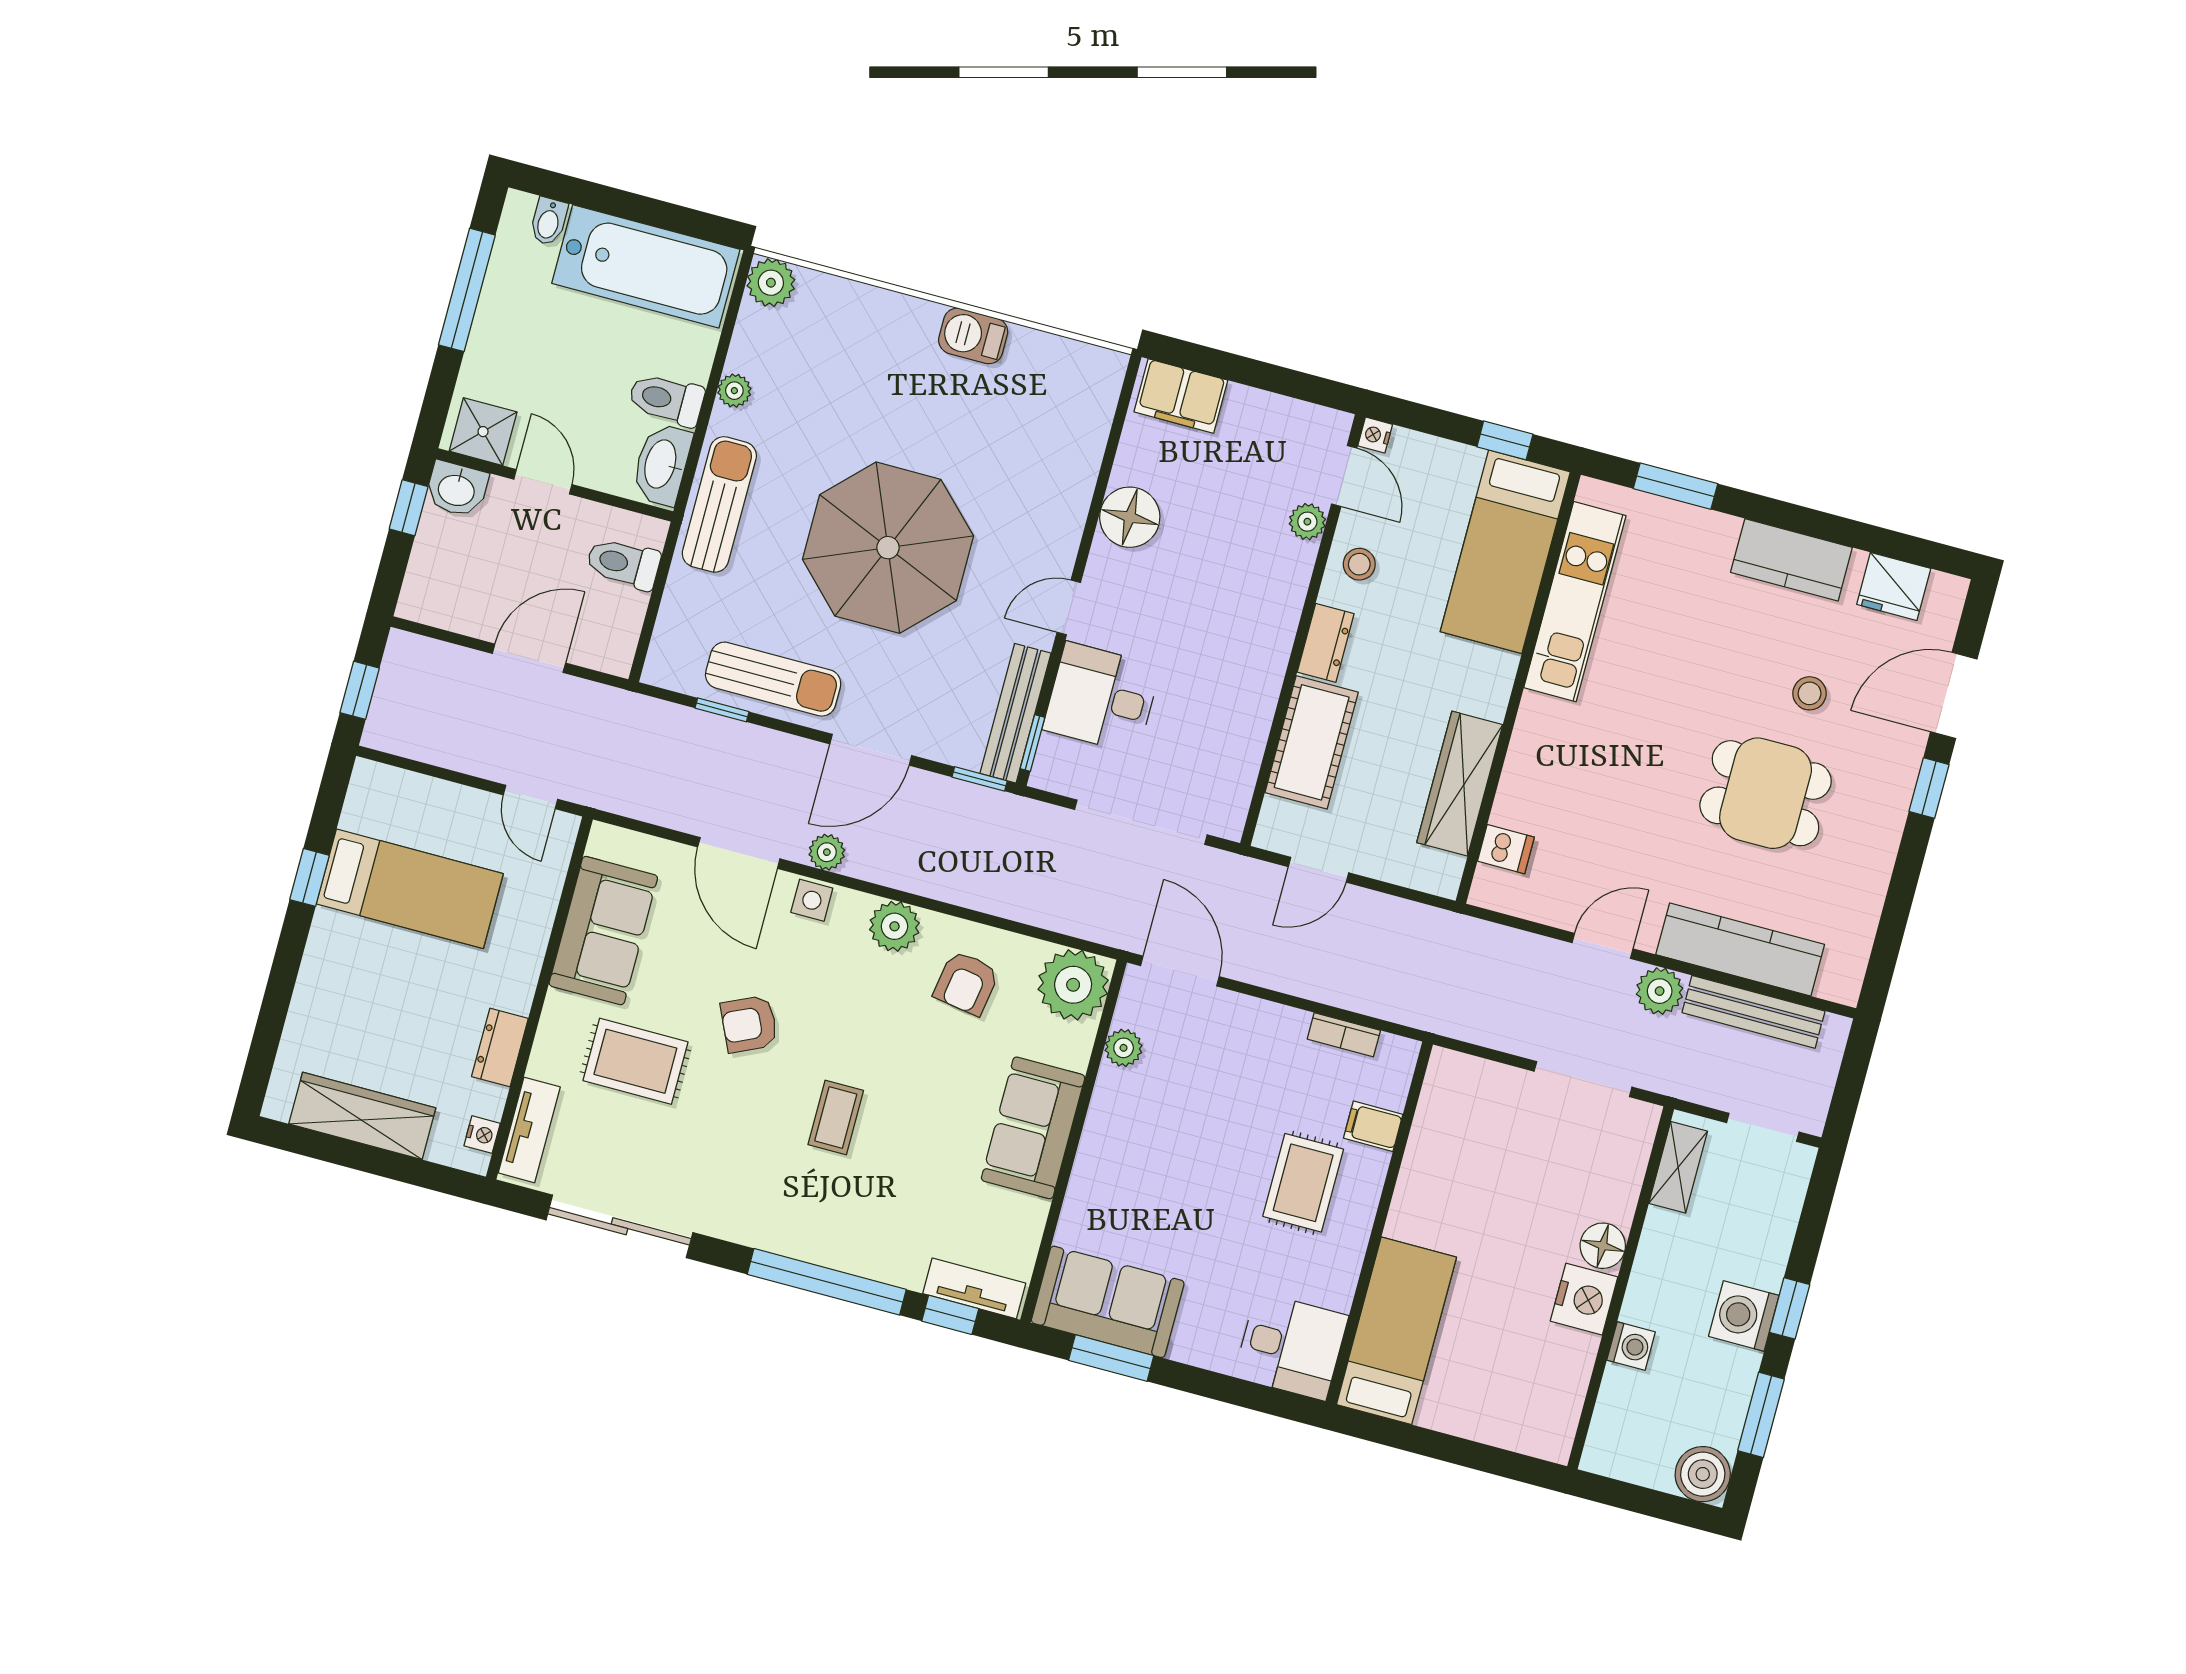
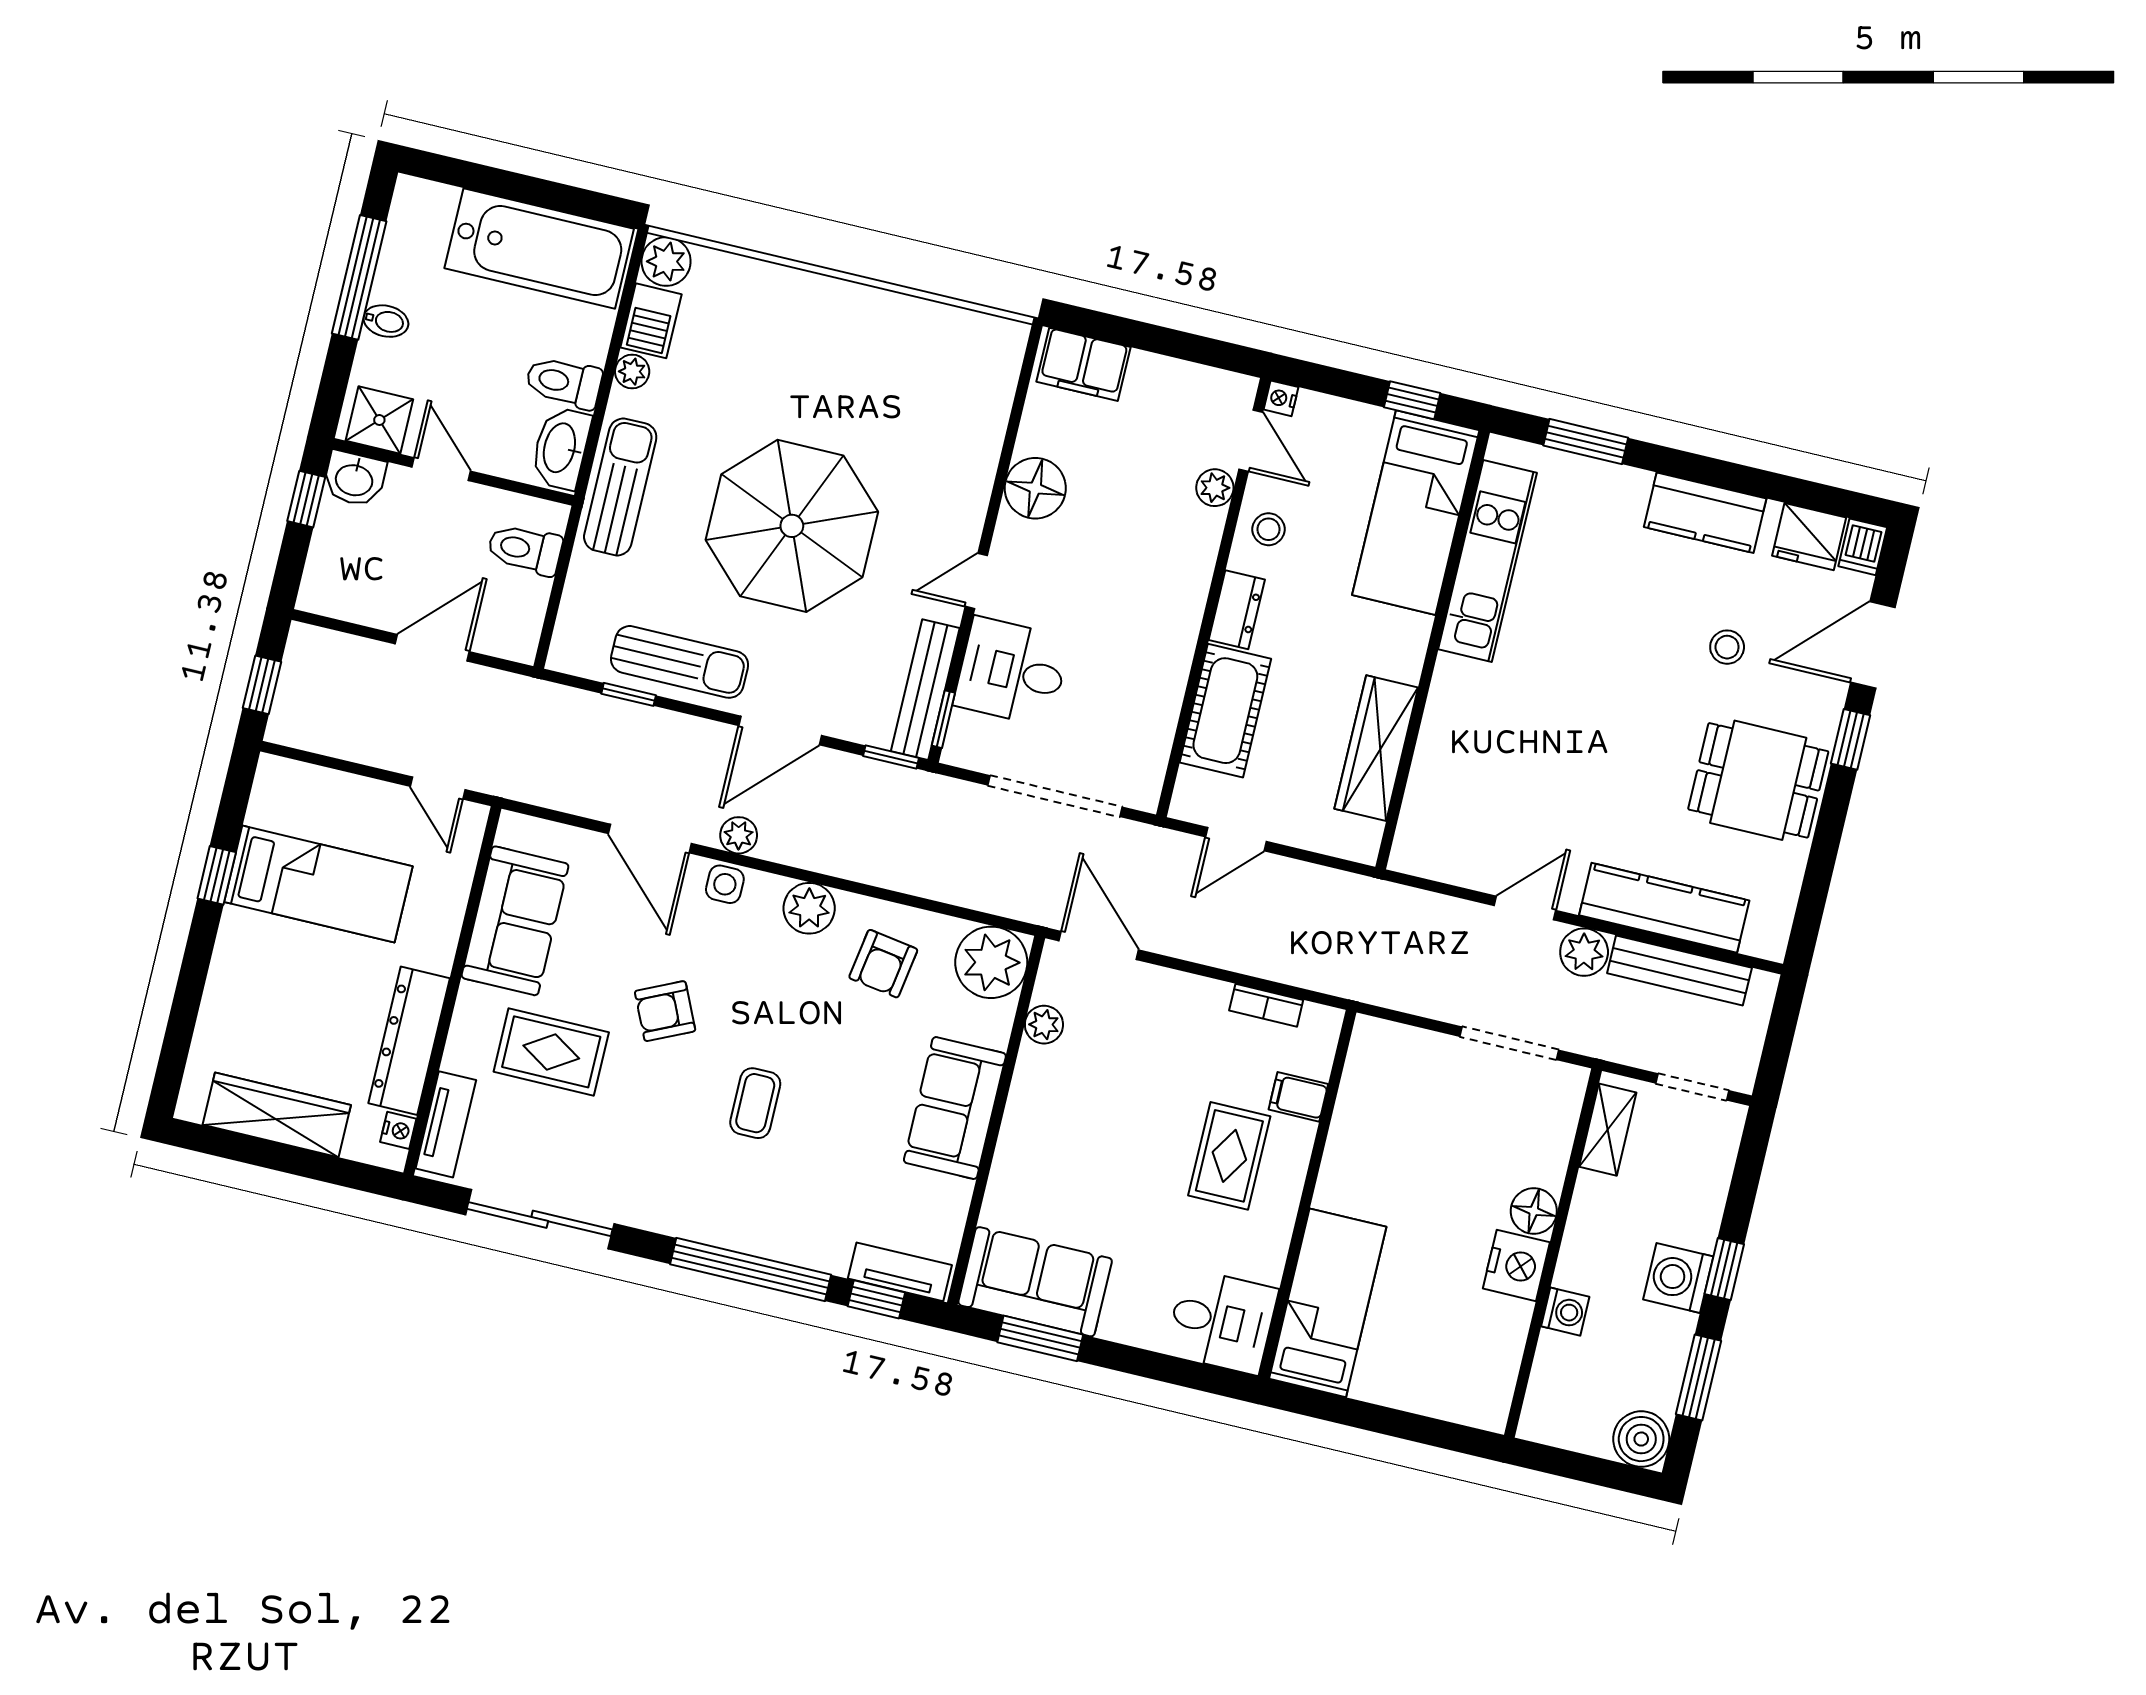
bidet: (549, 221) -> (386, 321), moved, turned -90
barbecue: (973, 336) -> (651, 321), moved, turned -90
dining table: (1766, 793) -> (1758, 780), moved
dishwasher: (1506, 849) -> (1863, 547), moved, turned 90
dresser: (500, 1048) -> (409, 1041), width x1.96, depth x1.24

